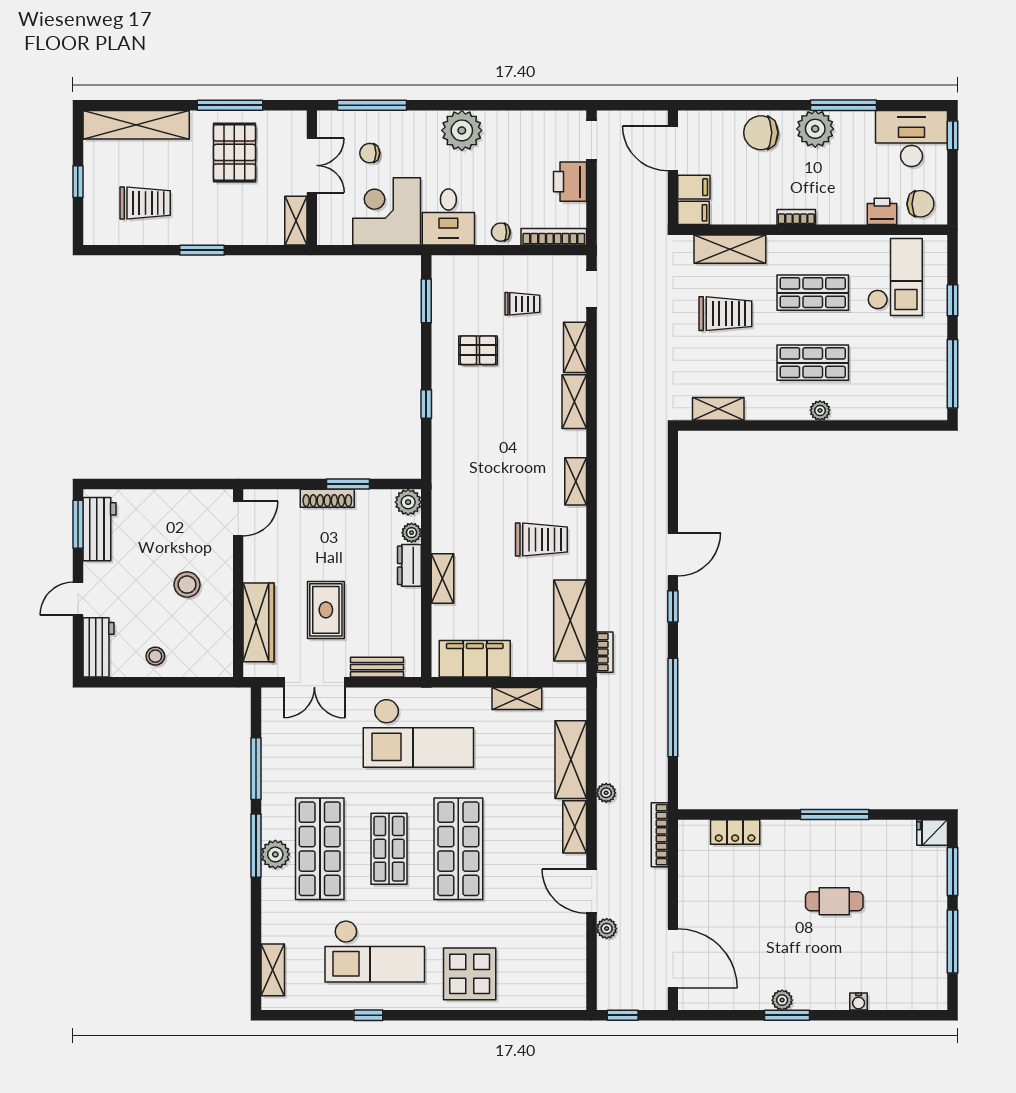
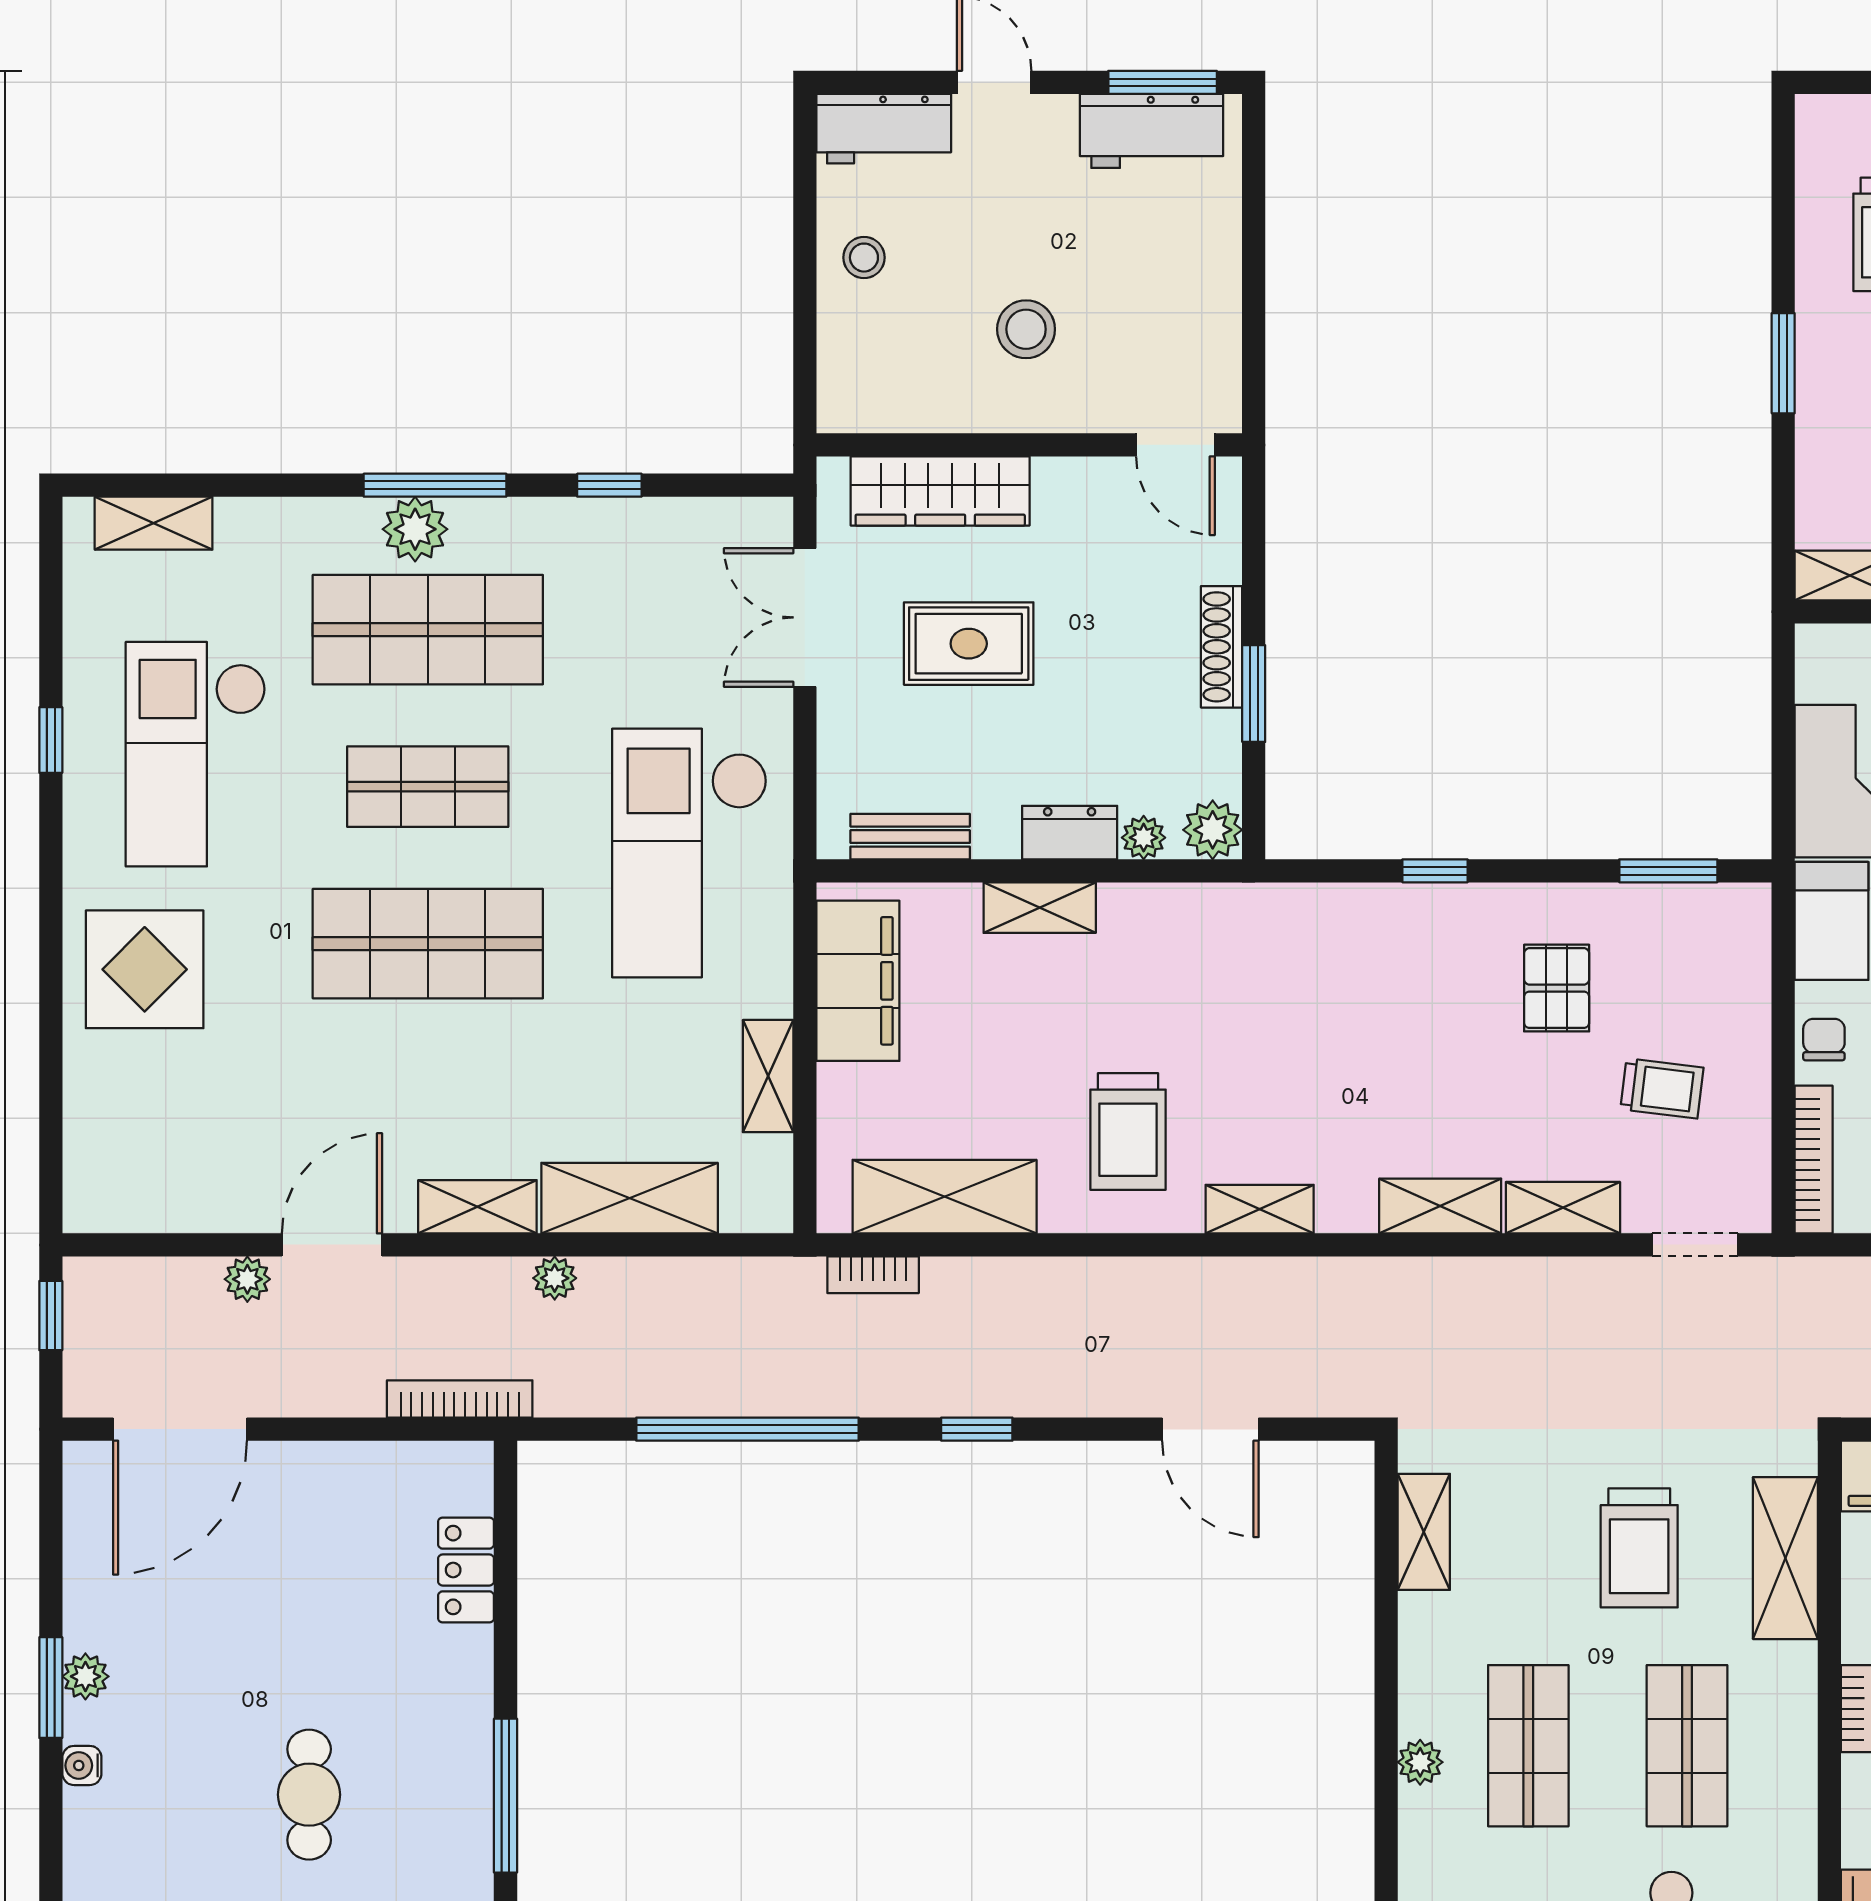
trolley: (522, 304) -> (1662, 1088), turned -83
door: (673, 555) -> (1210, 1429), moved
bench: (377, 667) -> (910, 837), moved, turned 90
window: (256, 769) -> (609, 485), width x0.46
water cooler: (859, 1002) -> (82, 1765), moved

